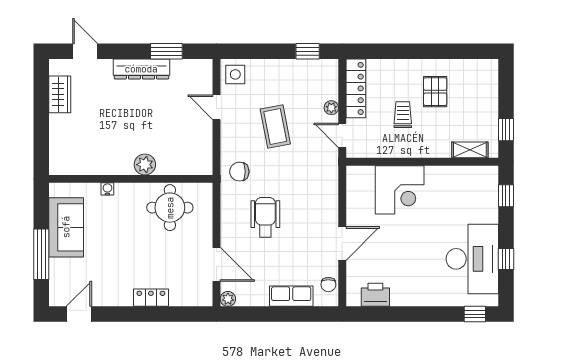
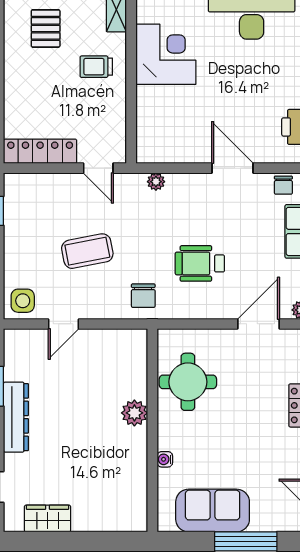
pallet: (435, 92) -> (46, 28), moved, turned 90
plant: (331, 108) -> (156, 182), moved
trolley: (403, 115) -> (96, 67), moved
door: (342, 135) -> (98, 168), hinge flipped
corner desk: (400, 190) -> (166, 54), moved
chair: (328, 285) -> (283, 185), turned 90

